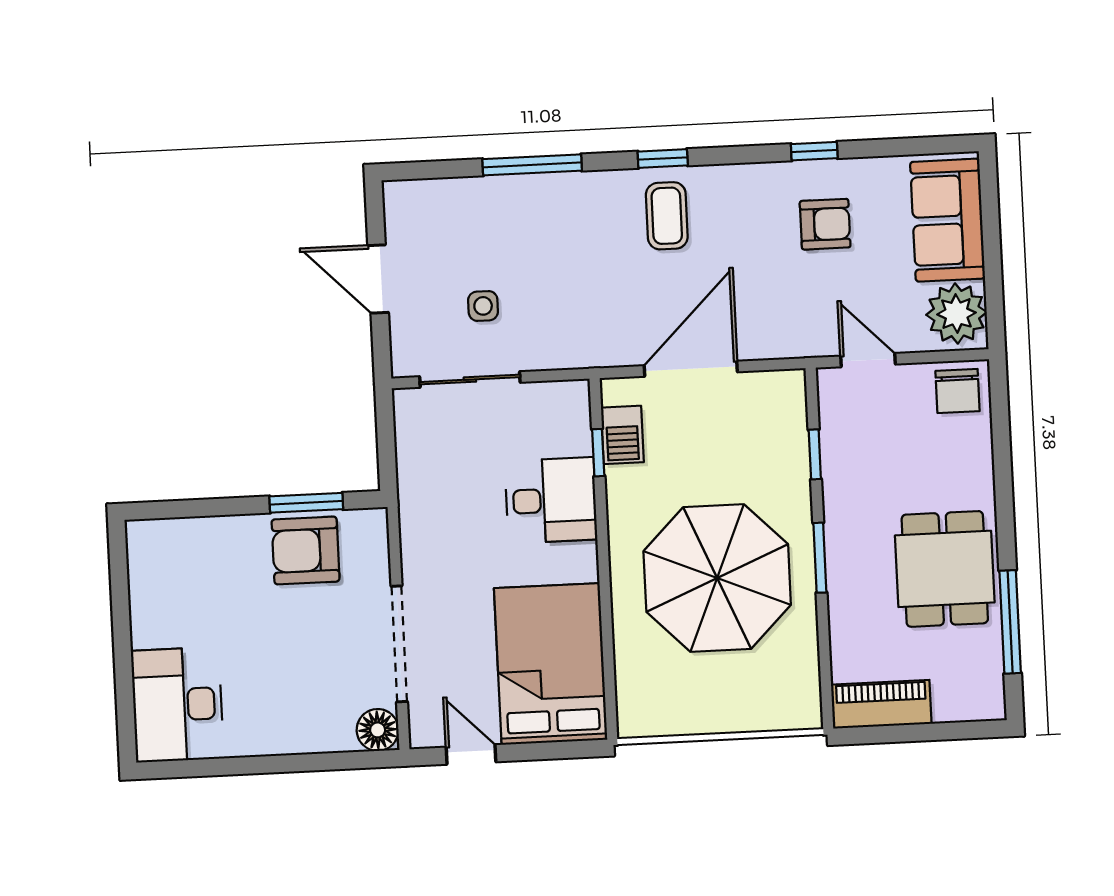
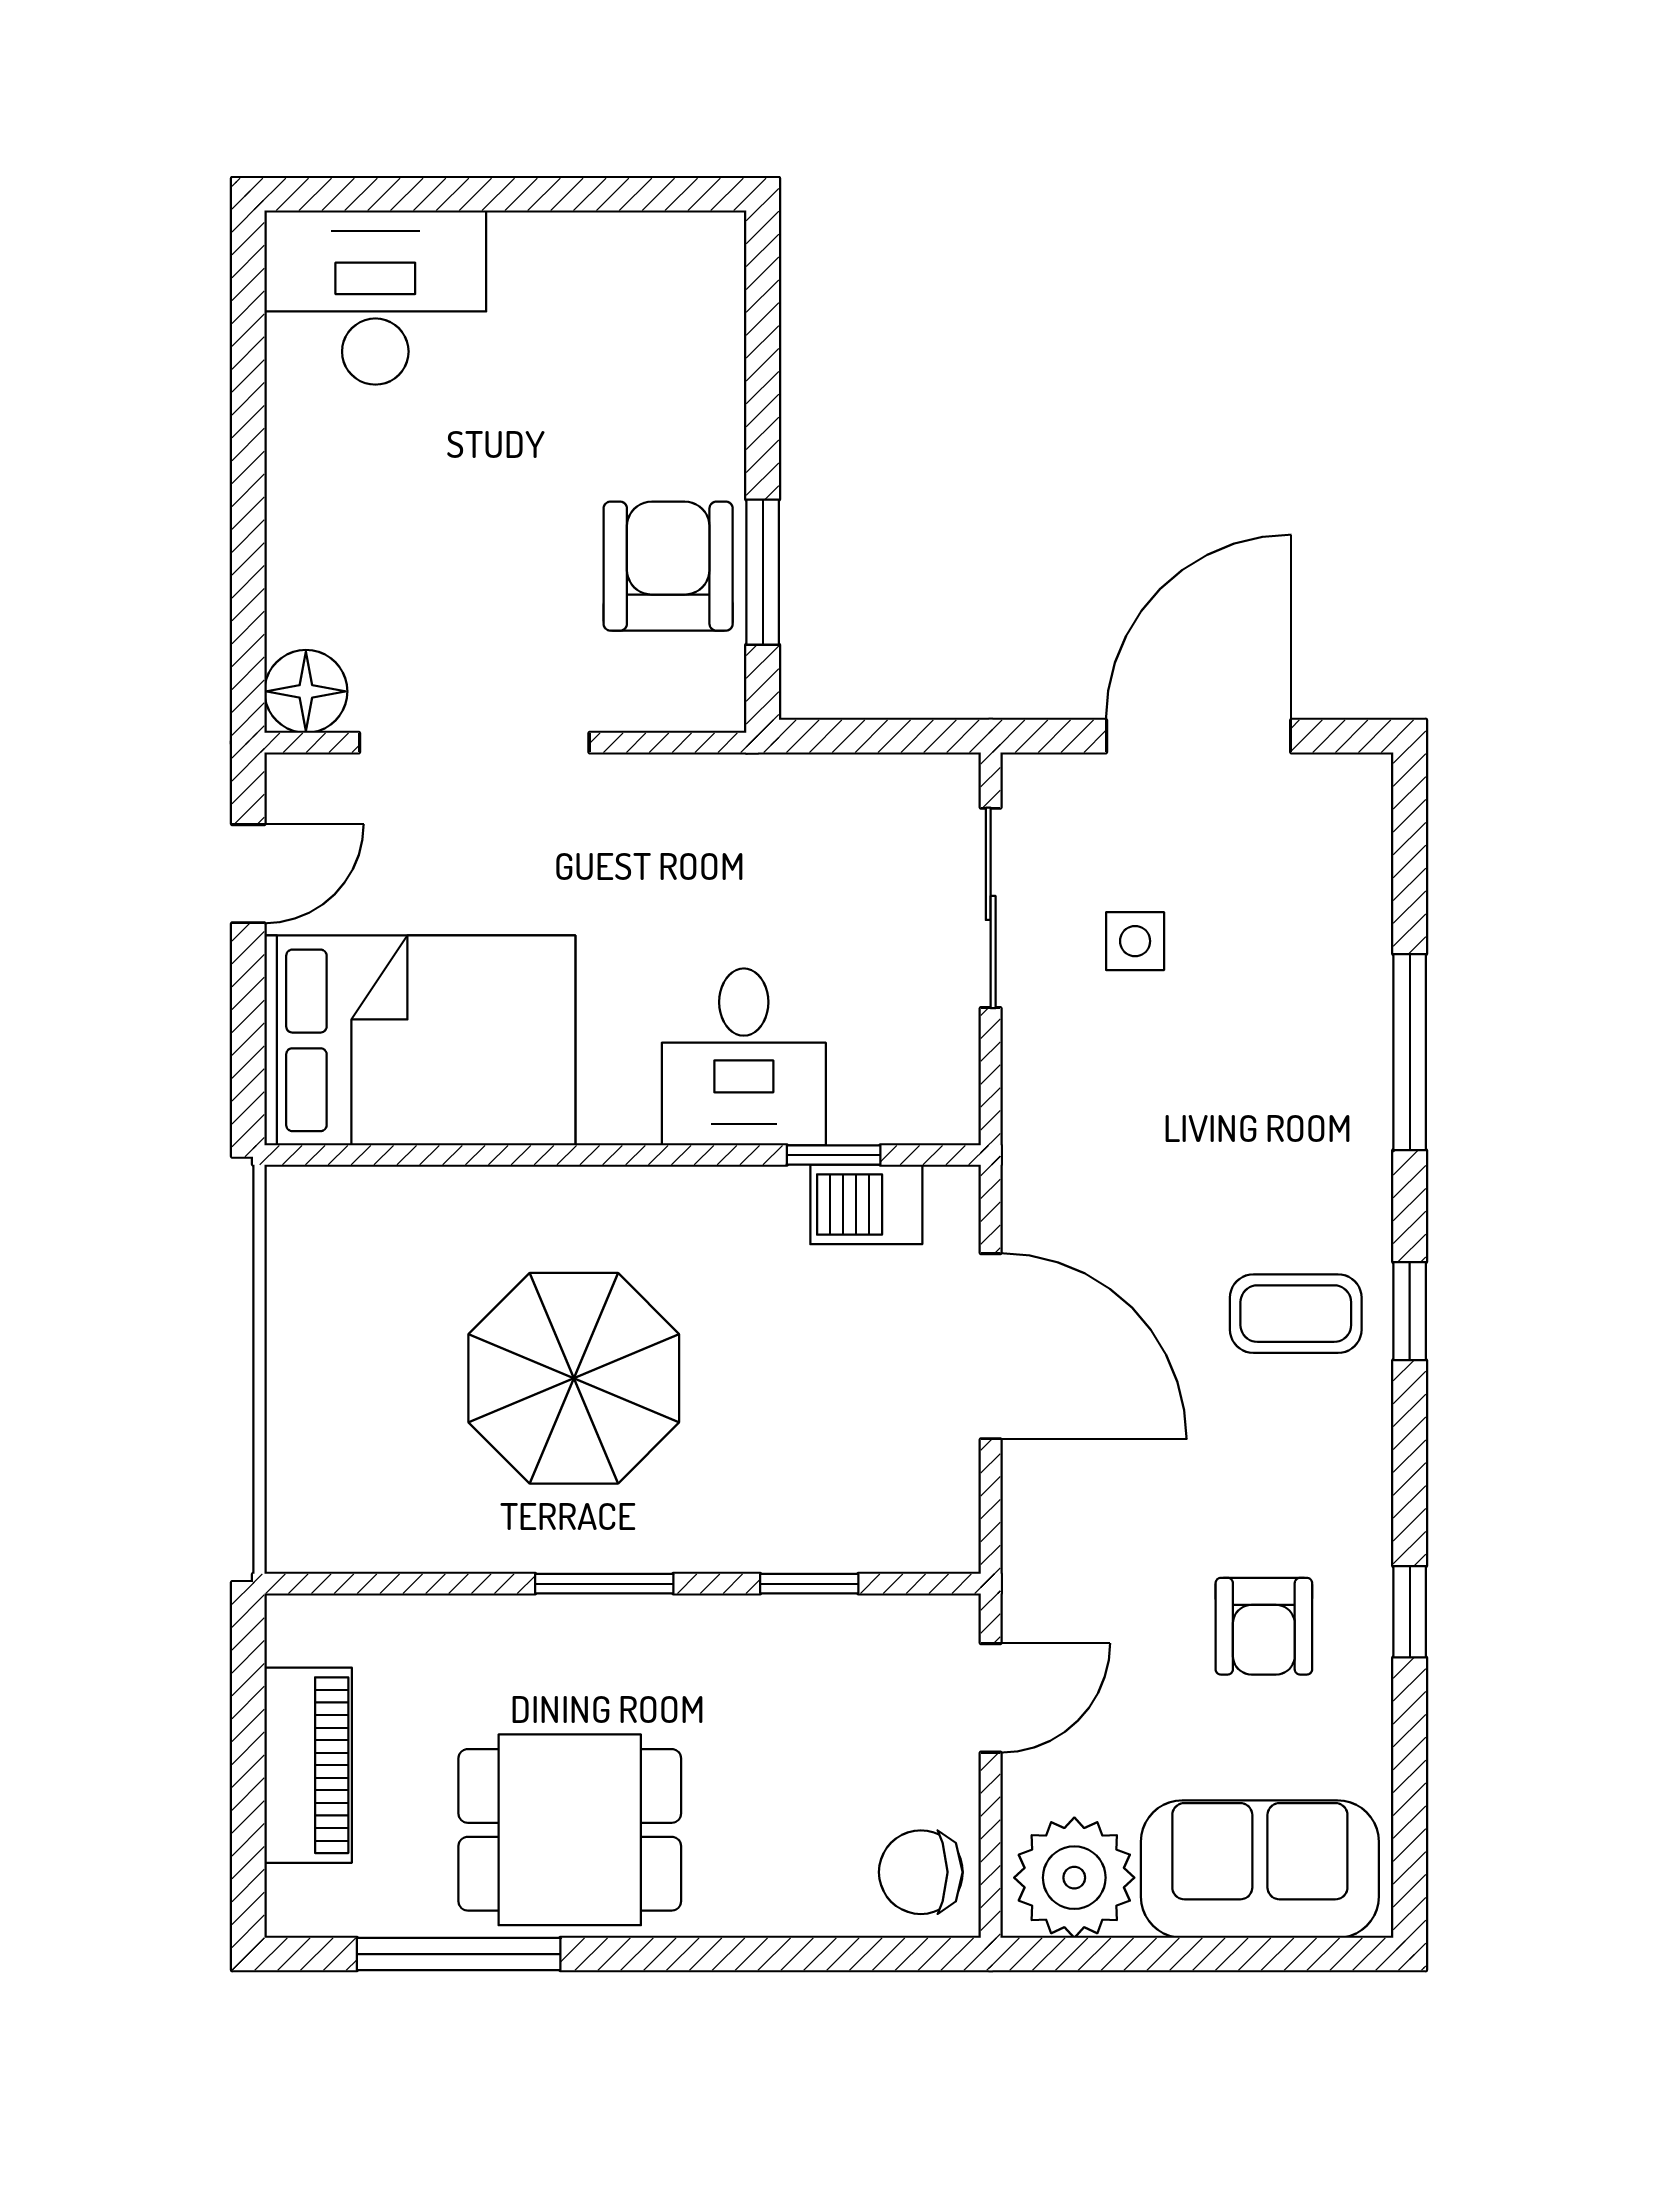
door: (378, 279) -> (1199, 736), width x1.36
parasol: (717, 578) -> (574, 1378), width x0.73, depth x0.73
piano: (881, 704) -> (308, 1765), moved

